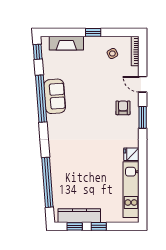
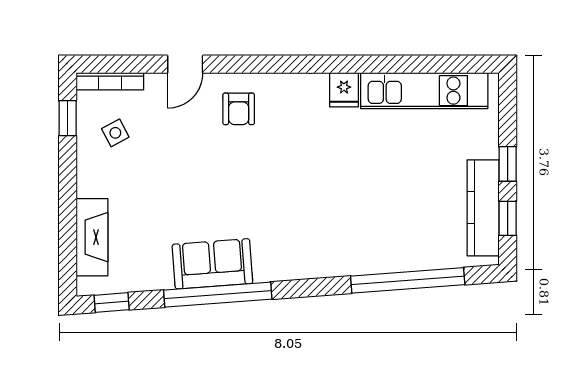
window: (93, 32) -> (68, 118), moved
armchair: (123, 108) -> (239, 109), turned -90
window: (143, 117) -> (260, 64), removed

